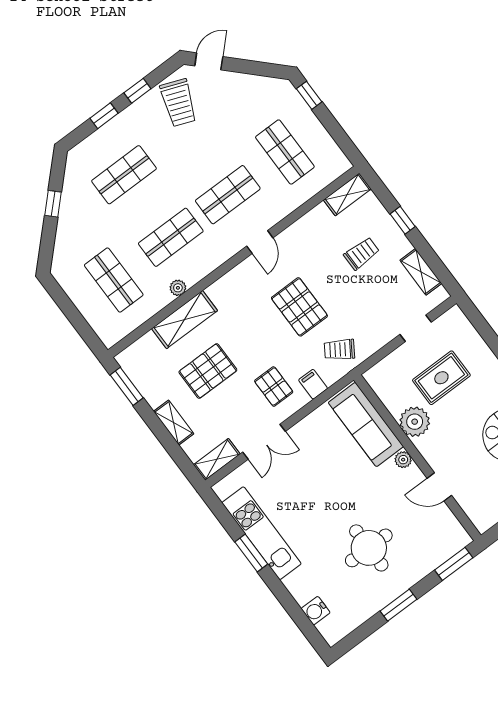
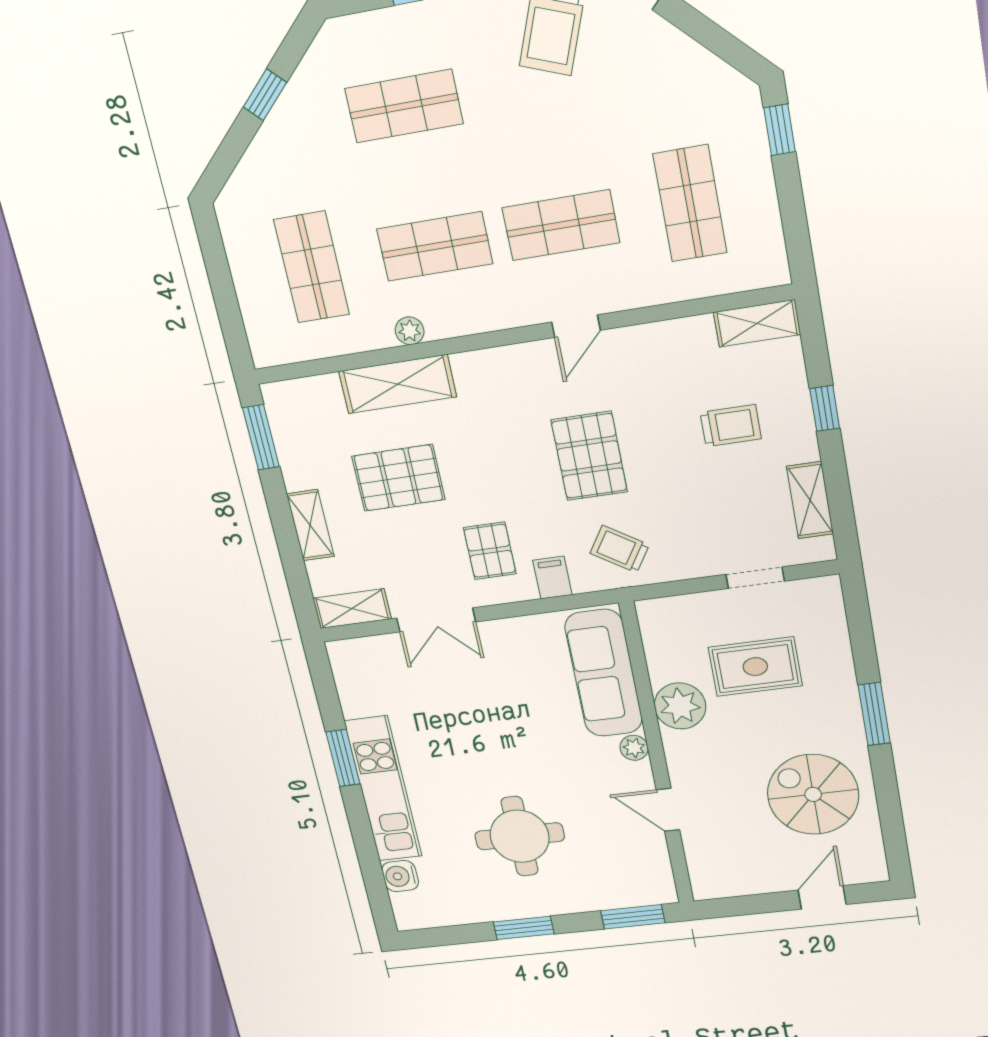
kitchen unit: (262, 533) -> (383, 789), moved

